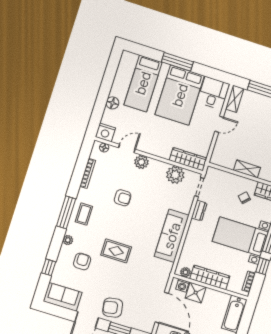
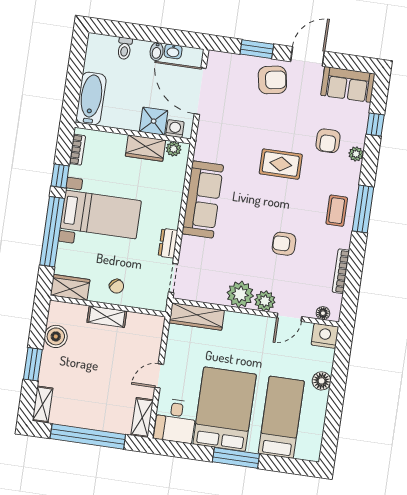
plant: (175, 175) -> (240, 294), moved
chair: (244, 198) -> (117, 286), moved
plant: (68, 240) -> (356, 154), moved
wardrobe: (210, 277) -> (145, 148), width x0.67

